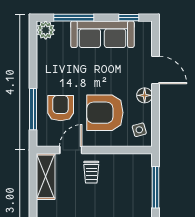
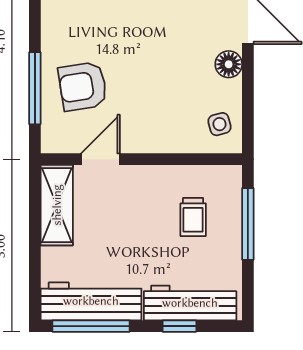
armchair: (61, 108) -> (83, 86), turned -99
armchair: (105, 113) -> (160, 94), removed
trolley: (91, 172) -> (193, 217), moved

